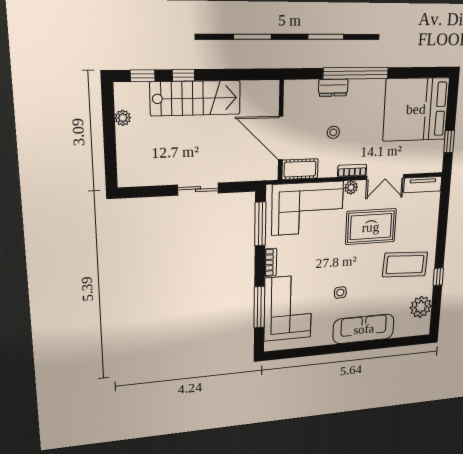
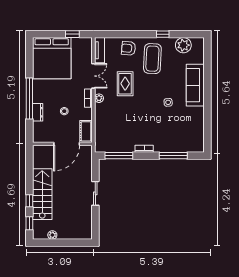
corner sofa: (308, 208) -> (111, 126), removed
rug: (371, 227) -> (125, 84), width x0.73, depth x0.70
armchair: (422, 228) -> (129, 48), added
corner sofa: (288, 308) -> (176, 137), removed

